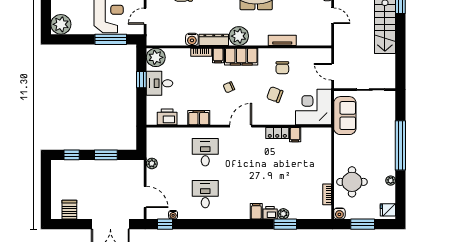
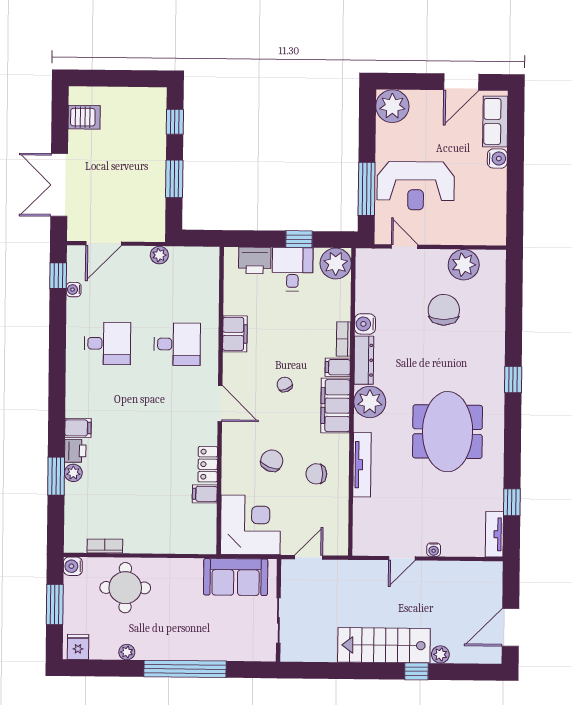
tv unit: (282, 40) -> (362, 465), width x1.41
printer: (167, 117) -> (255, 260), moved, turned 90

